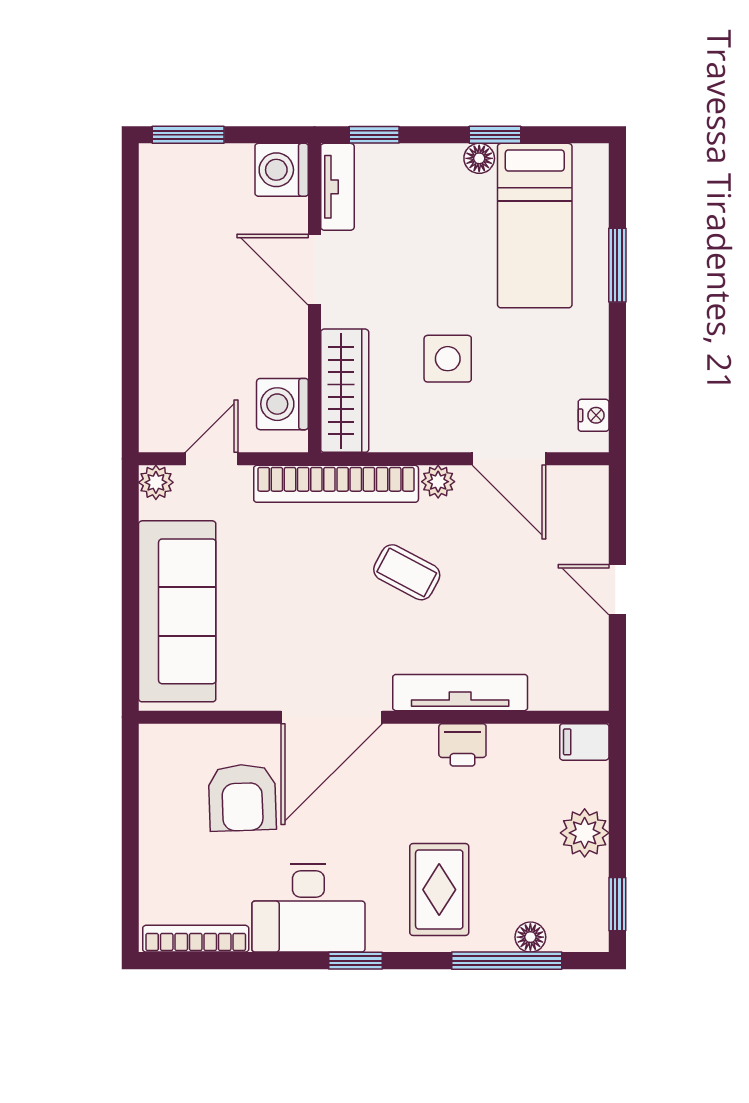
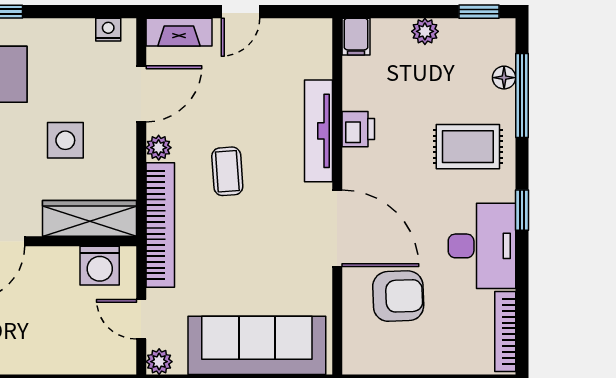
fireplace: (590, 509) -> (179, 32), added
coffee table: (407, 572) -> (227, 171), turned -32
plant: (585, 833) -> (425, 31), width x0.73, depth x0.73

